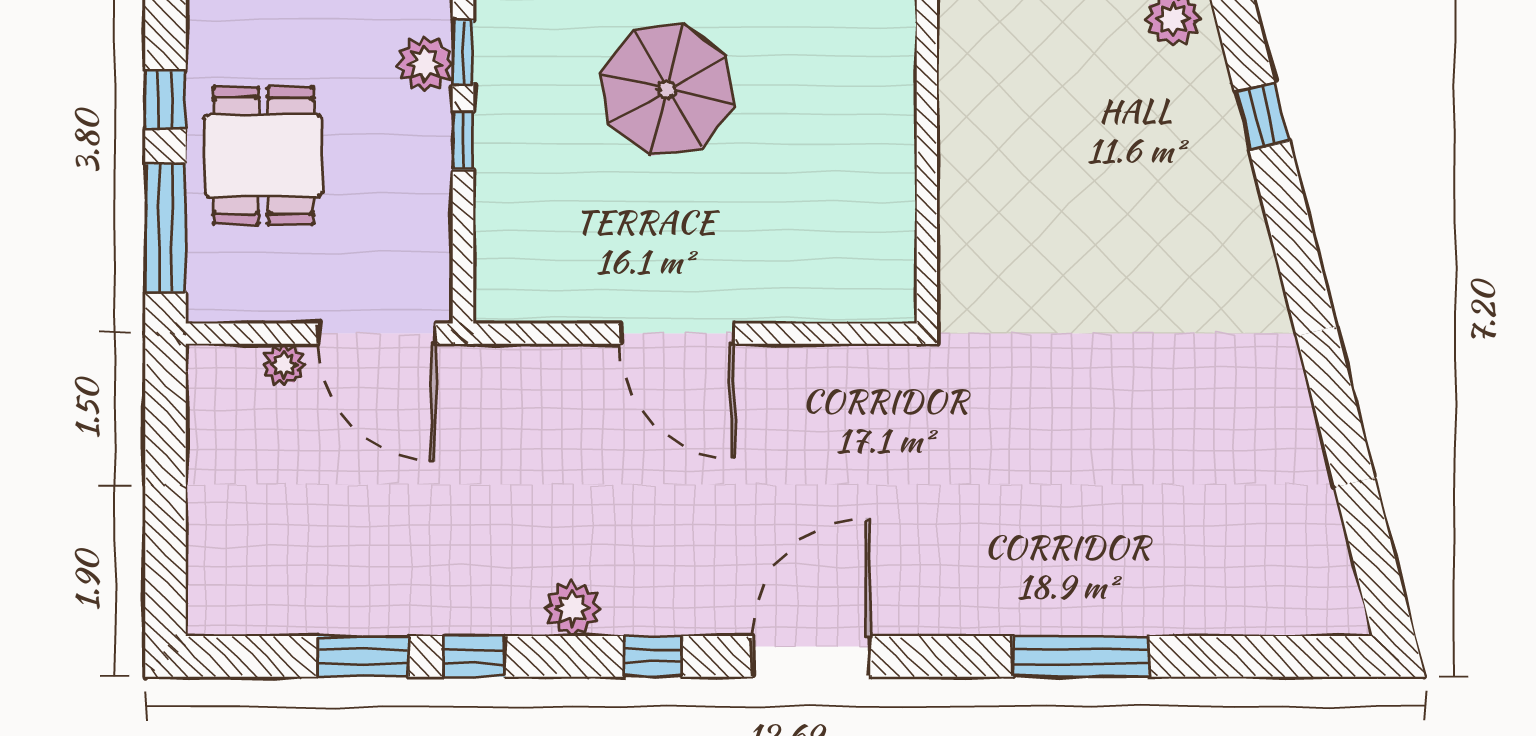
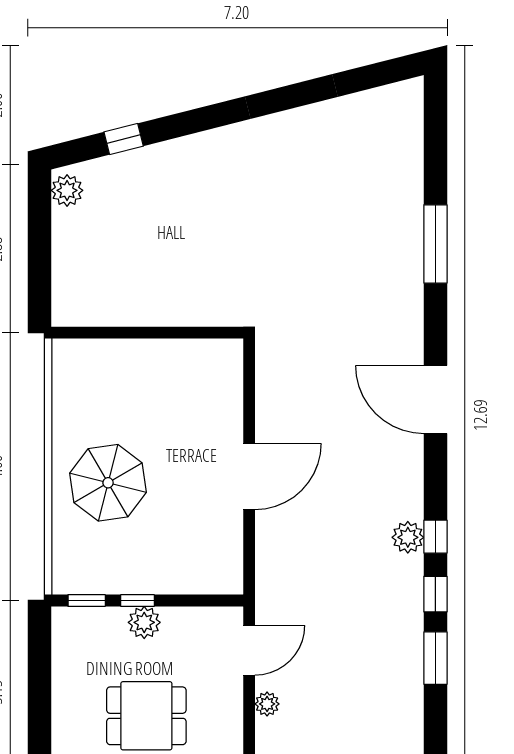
plant: (425, 64) -> (144, 622), moved
door: (377, 334) -> (249, 650), width x0.73
window: (654, 656) -> (435, 537), moved

